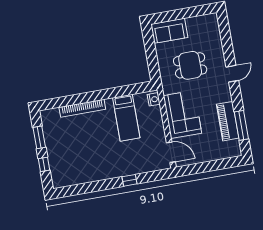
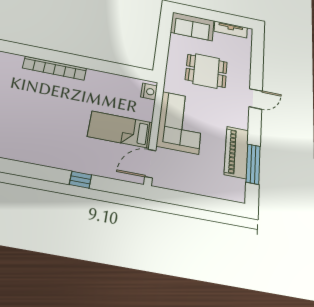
tv unit: (199, 21) -> (231, 29), added
bed: (126, 118) -> (120, 130), moved, turned 90
door: (171, 152) -> (150, 164), swing flipped

